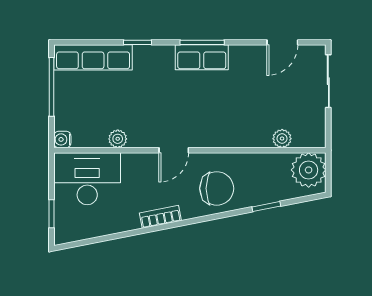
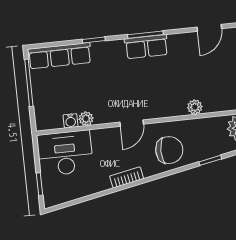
water cooler: (62, 139) -> (71, 121), moved, turned -90
plant: (282, 139) -> (195, 107), moved

